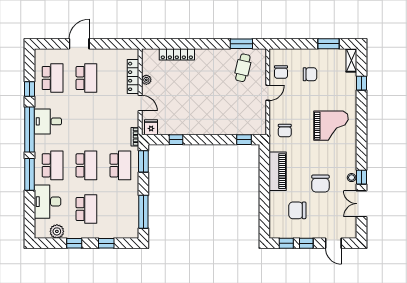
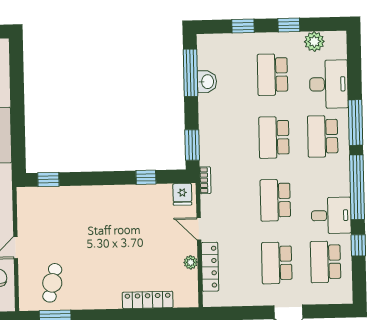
desk: (48, 121) -> (331, 215), moved
school desk: (120, 165) -> (275, 200), moved
washbasin: (132, 205) -> (207, 82), added

